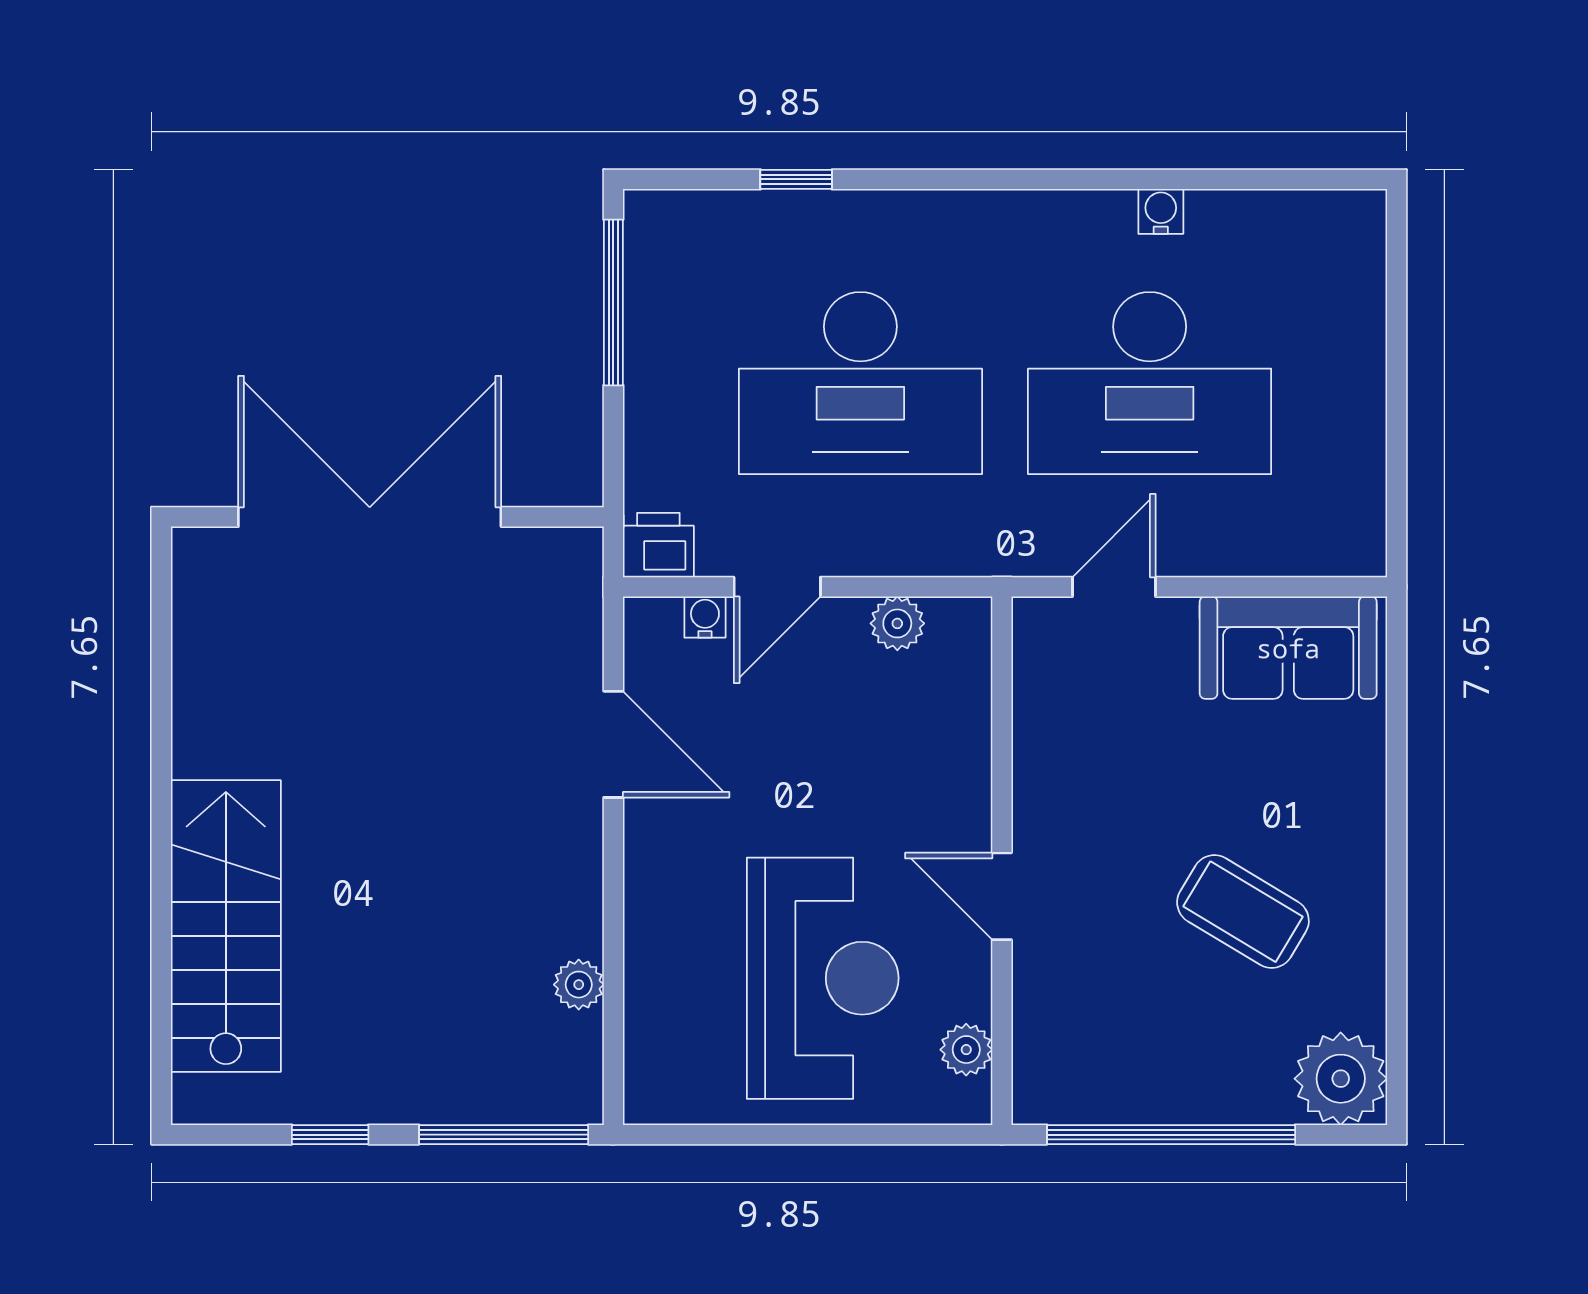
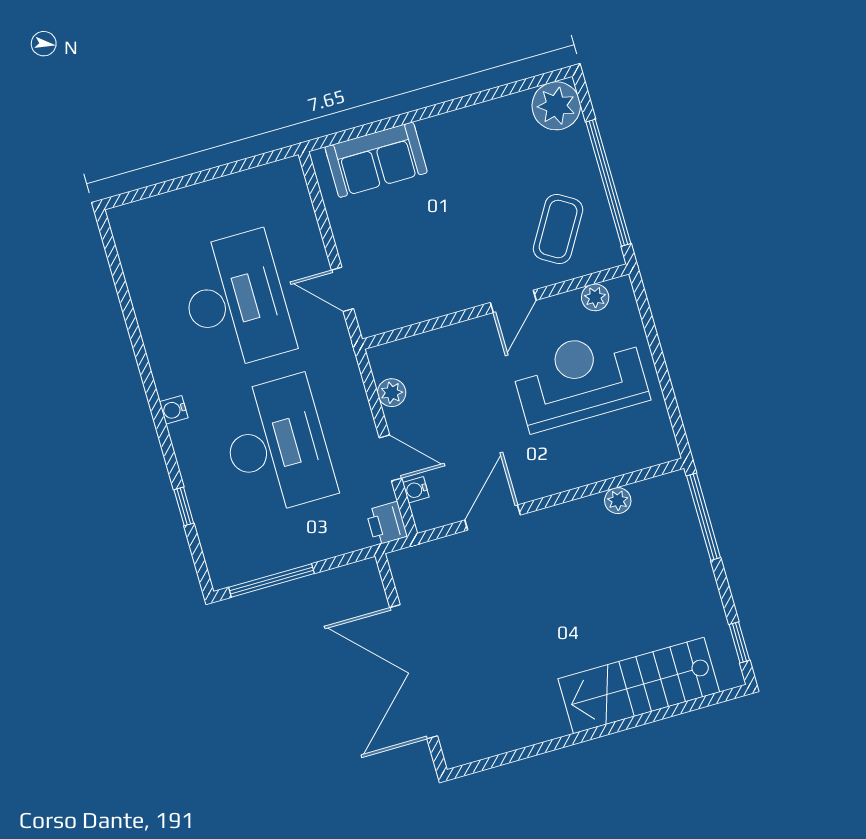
water cooler: (1161, 211) -> (174, 410), moved
sofa: (1288, 648) -> (376, 160), moved, turned 90
coffee table: (1243, 912) -> (558, 229), moved
window: (330, 1135) -> (739, 642), moved

